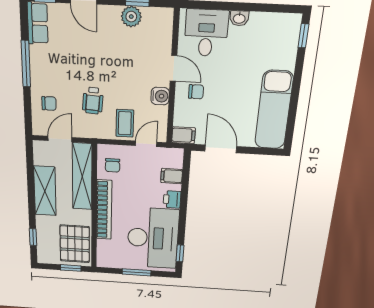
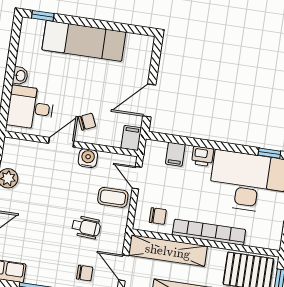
chair: (196, 92) -> (87, 122), turned 66
chair: (49, 103) -> (85, 273), turned 90
exam couch: (274, 110) -> (84, 41), moved

